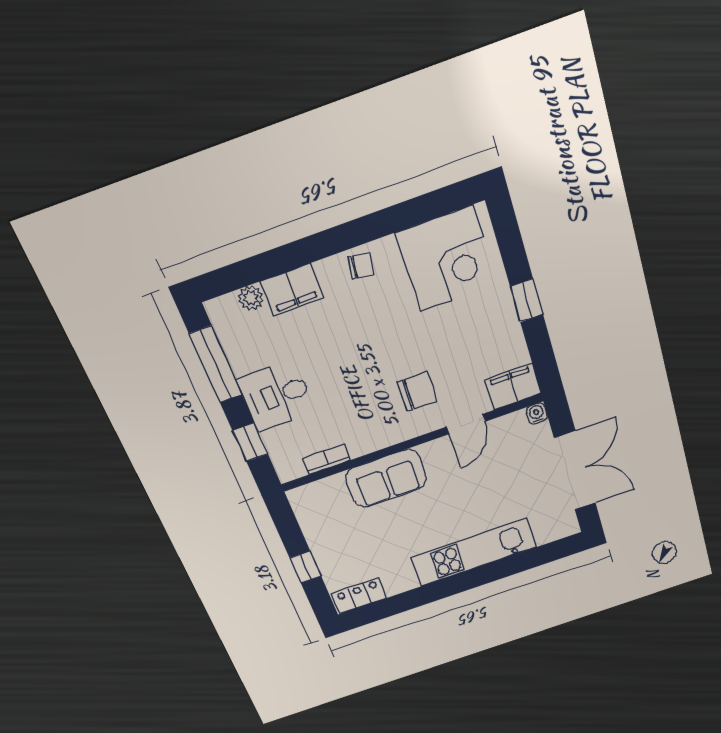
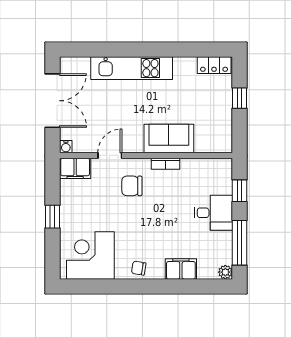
plant: (251, 298) -> (225, 272), moved
bookcase: (326, 459) -> (166, 164), moved
double door: (575, 471) -> (53, 101), swing flipped

